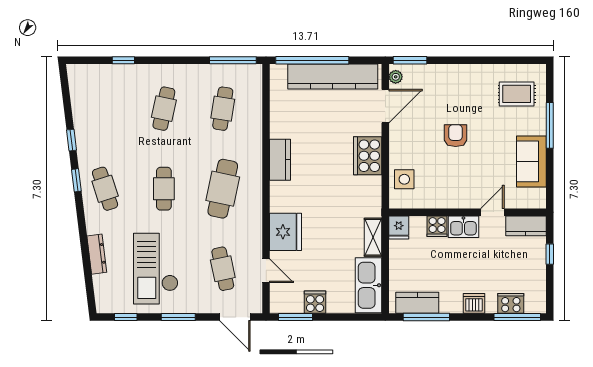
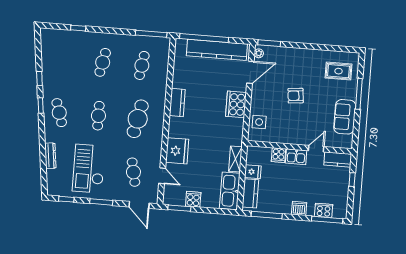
armchair: (456, 136) -> (296, 96), turned -96
fridge: (399, 227) -> (253, 172), moved, turned -90
kitchen counter: (417, 303) -> (250, 193), moved, turned 90

